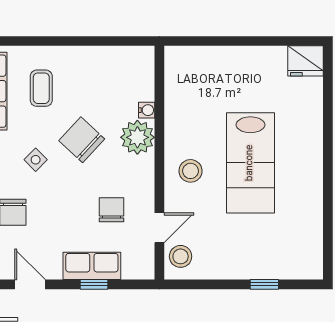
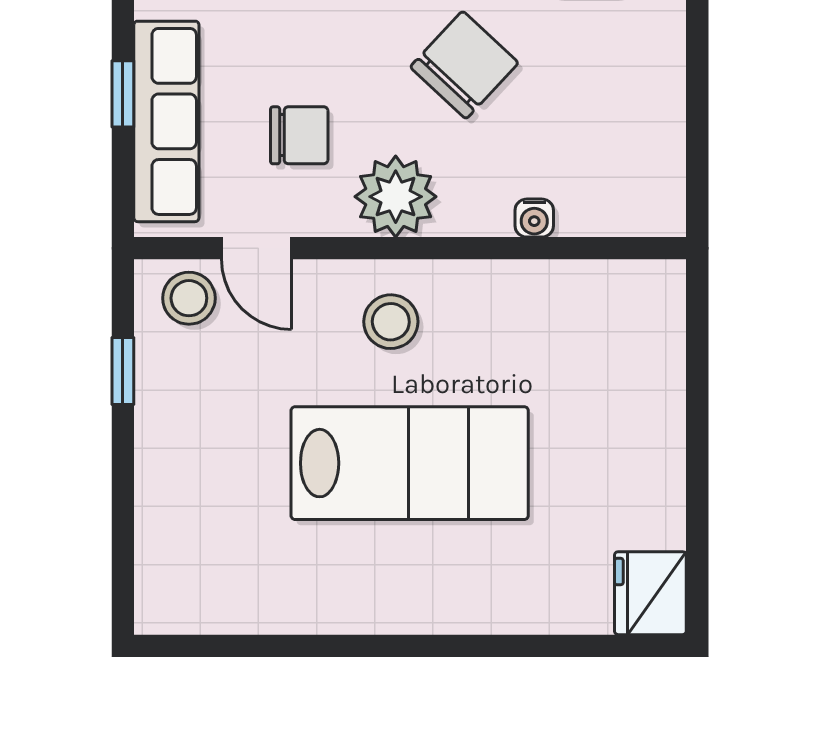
plant: (137, 137) -> (396, 197), moved
lab bench: (250, 163) -> (410, 463), turned 180
row of seats: (92, 266) -> (166, 121), width x1.48
window: (264, 284) -> (123, 371), moved

